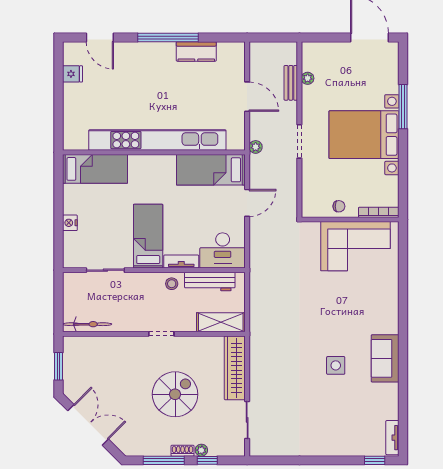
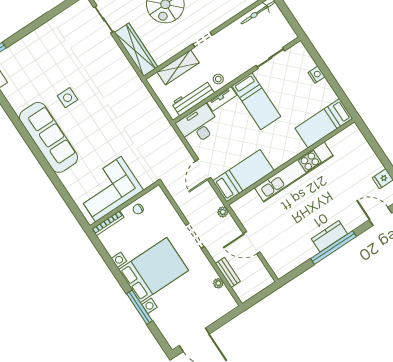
kitchen counter: (196, 51) -> (329, 236), moved
kitchen unit: (157, 140) -> (294, 172), width x0.73
shelving: (221, 322) -> (178, 67), moved
sofa: (385, 358) -> (48, 137), width x1.85, depth x1.27

